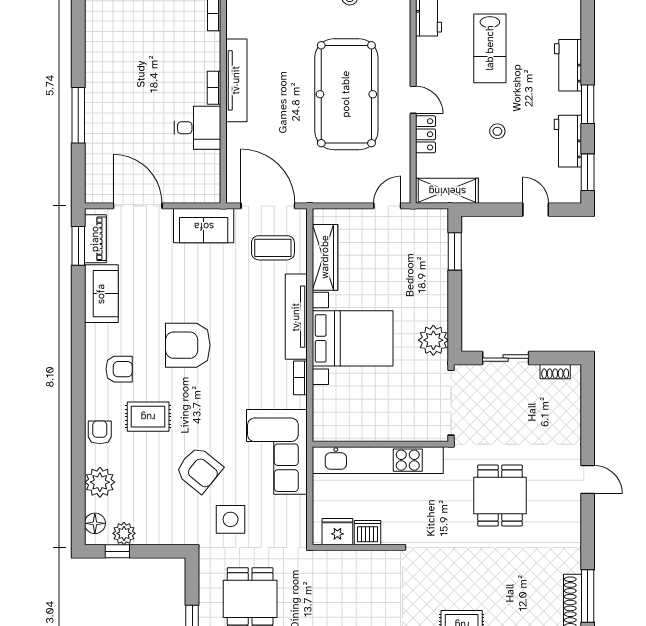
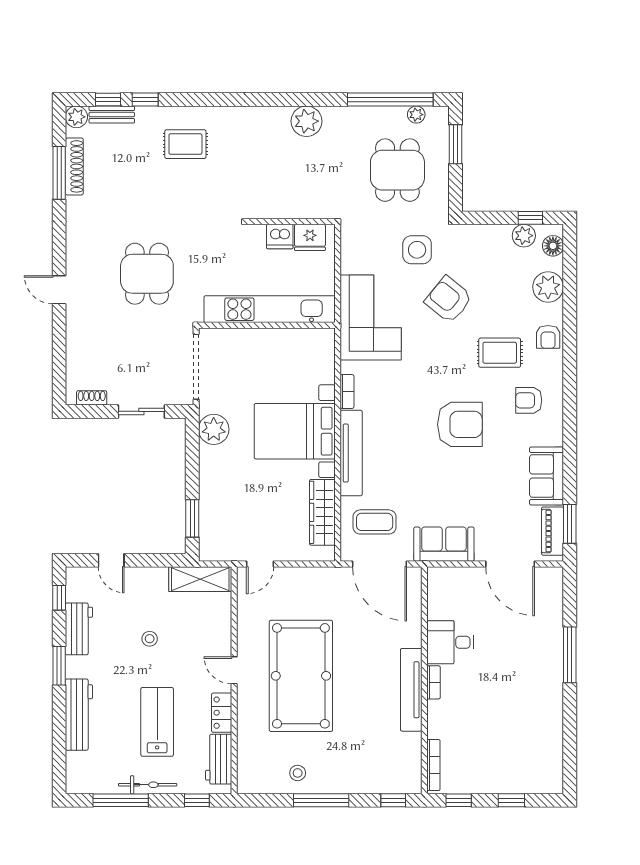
workbench: (568, 65) -> (79, 715), width x1.37
locker: (426, 134) -> (222, 713), moved
window: (588, 172) -> (59, 598), width x0.67

